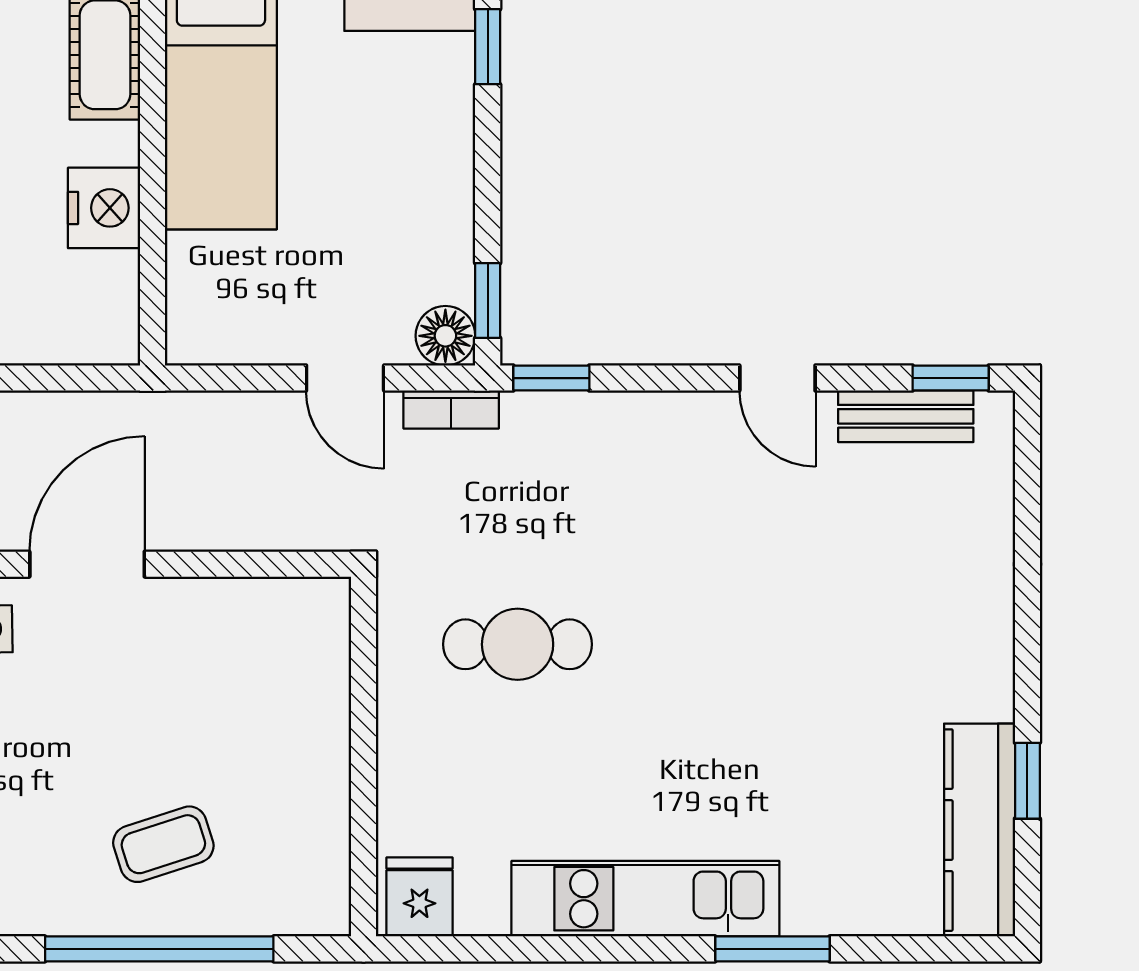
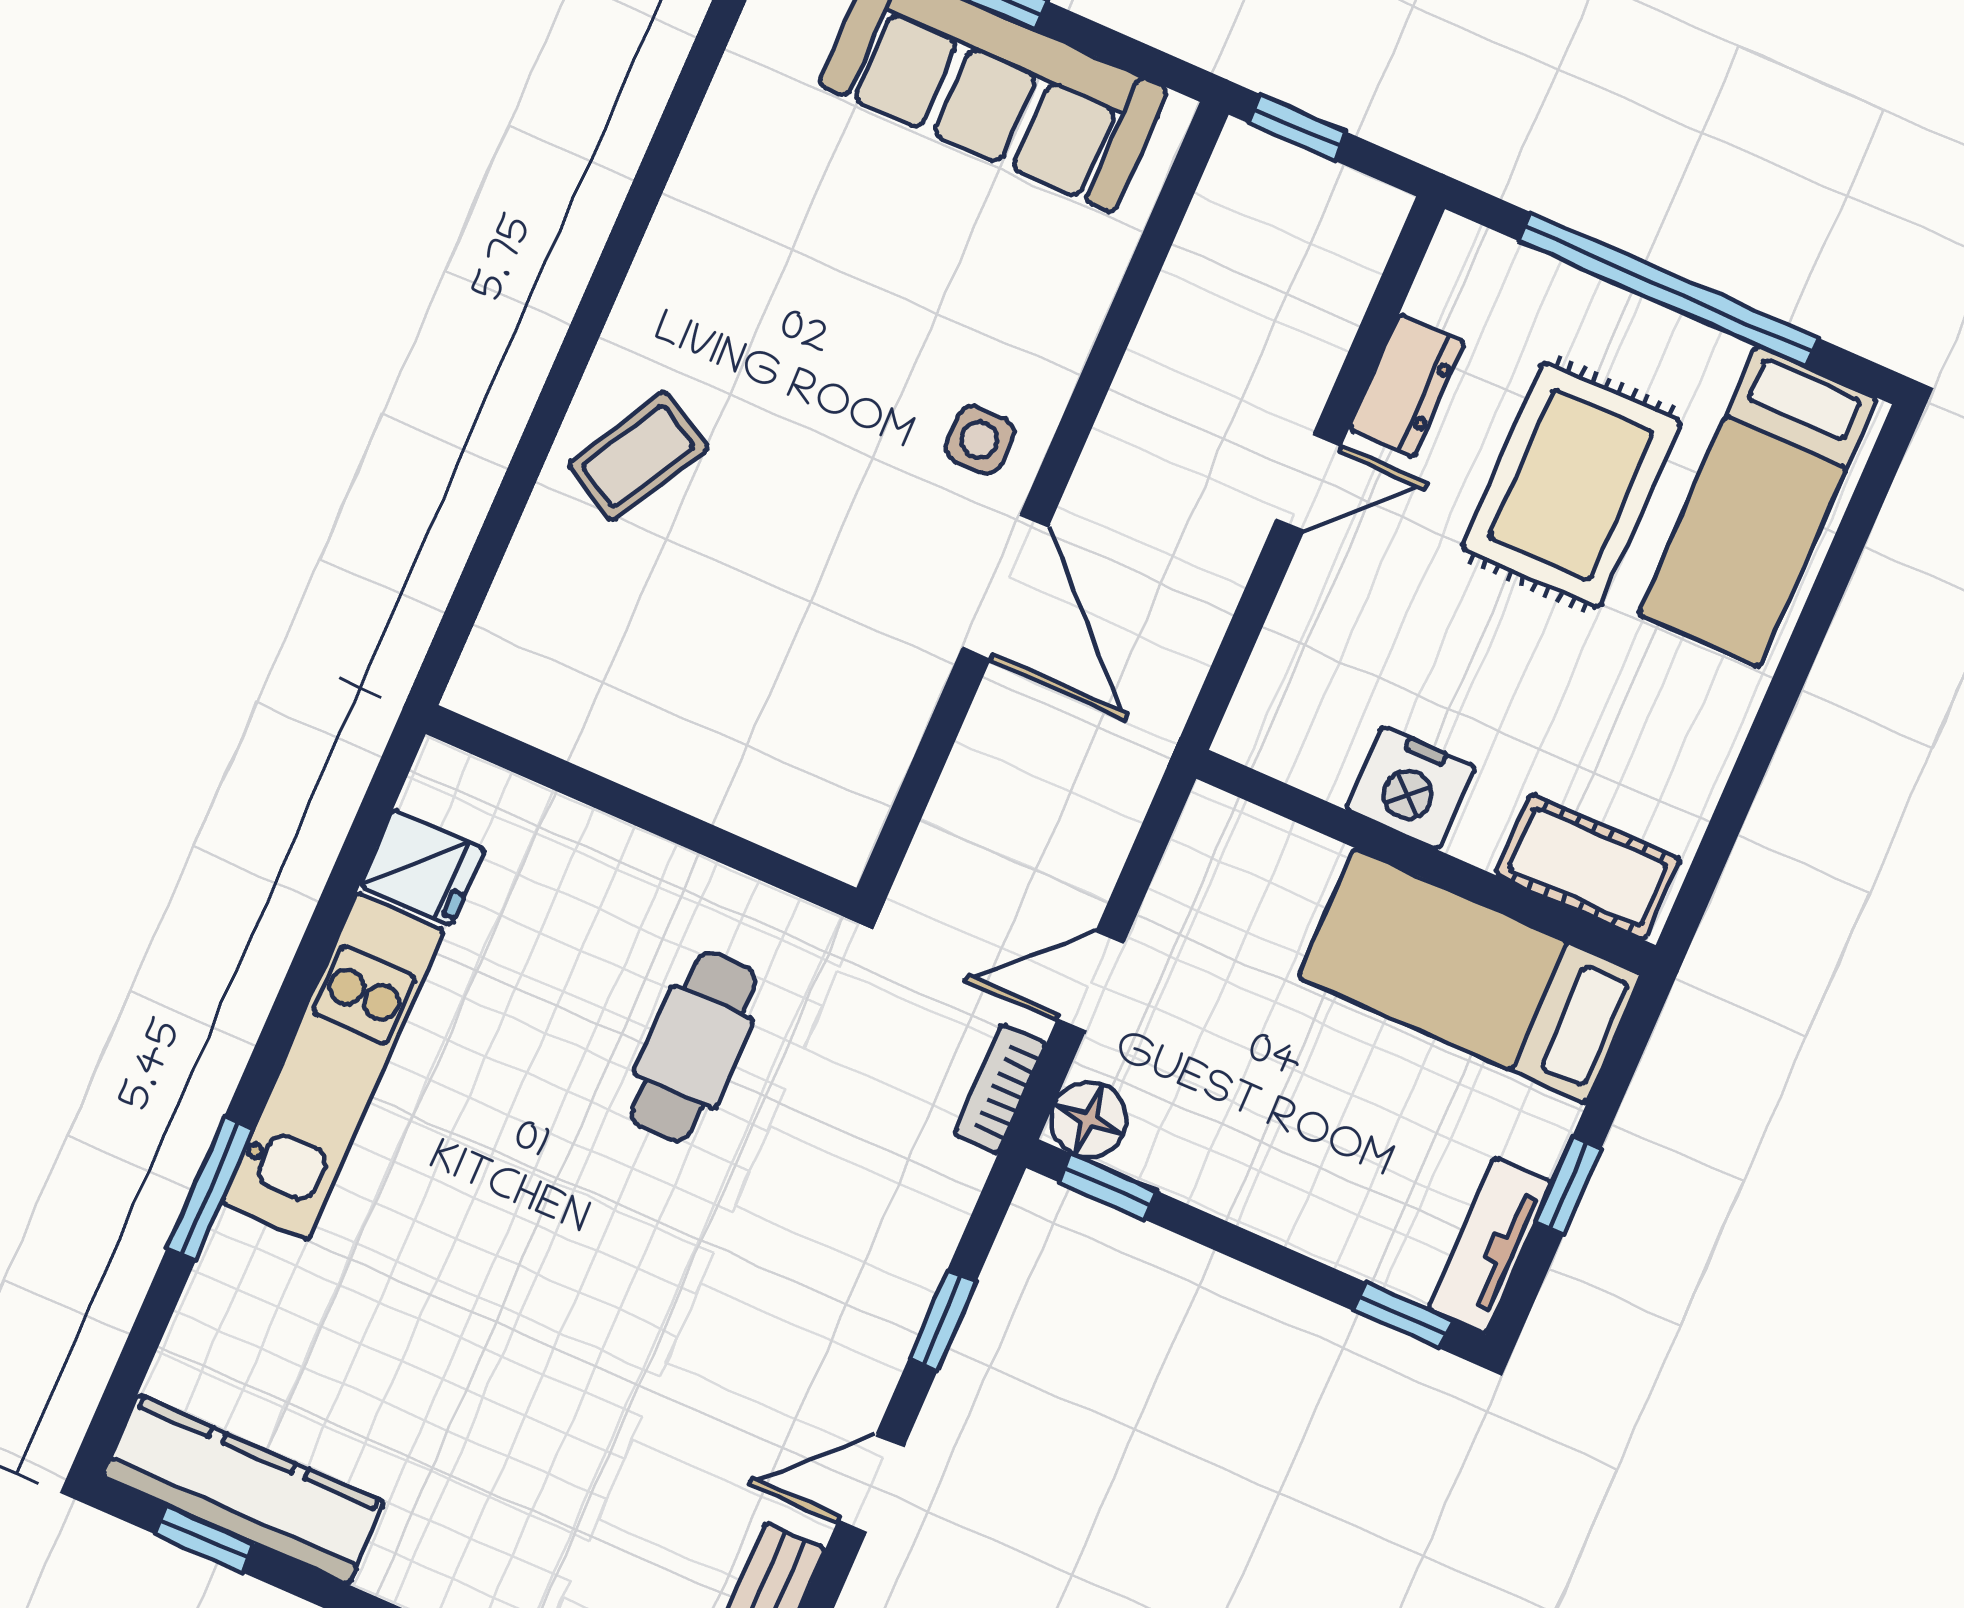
window: (551, 378) -> (942, 1320), moved
window: (1027, 781) -> (204, 1539), moved
coffee table: (163, 844) -> (638, 456), moved, turned 47
fridge: (419, 897) -> (422, 867), moved
window: (159, 949) -> (521, 476), removed

